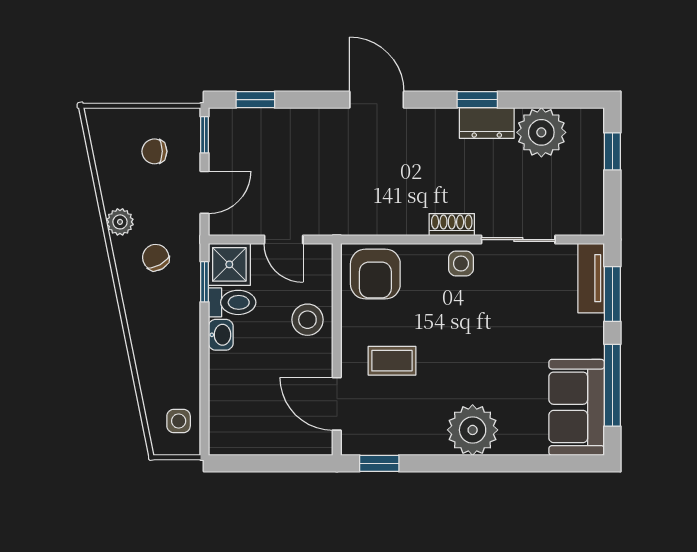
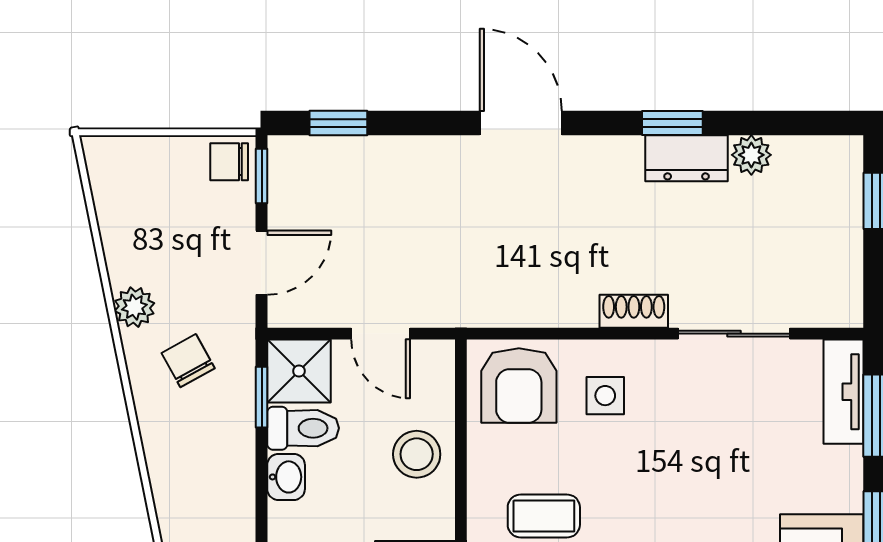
plant: (541, 132) -> (751, 155), width x0.53, depth x0.53
chair: (154, 151) -> (229, 162), moved
side table: (461, 263) -> (605, 396), moved

